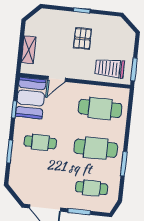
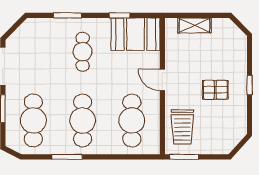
trolley: (110, 68) -> (182, 127), turned 180
door: (57, 79) -> (162, 80), moved
cafe table: (92, 188) -> (33, 120), width x1.37, depth x1.35

